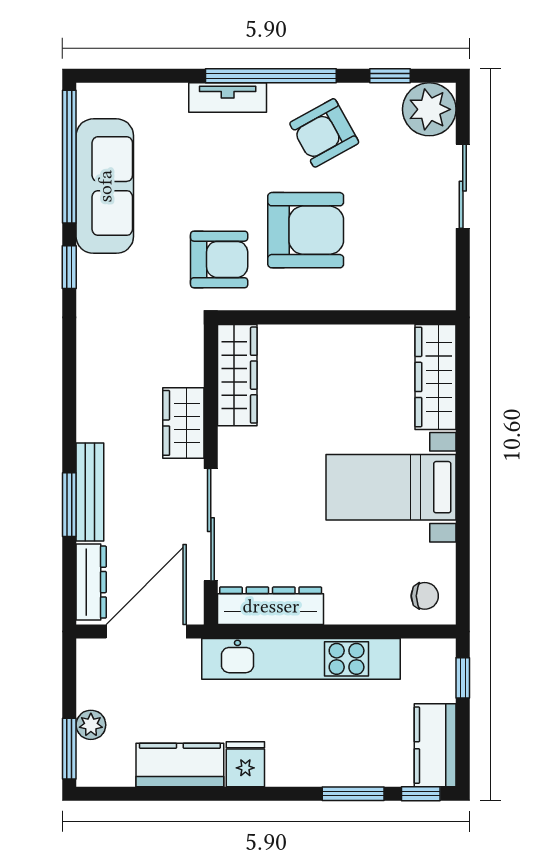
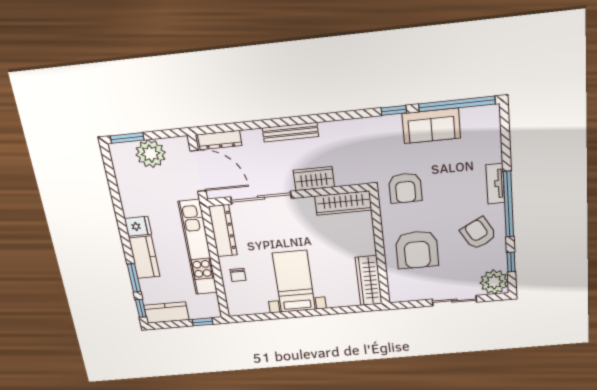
sofa: (105, 186) -> (431, 126), width x0.73
armchair: (306, 230) -> (417, 250), moved
wardrobe: (435, 377) -> (369, 281), moved, turned -90
bench: (90, 492) -> (290, 132), moved
window: (69, 505) -> (260, 124), removed
chair: (425, 596) -> (238, 275), moved
plant: (91, 725) -> (151, 154), width x1.87, depth x1.87
kitchen counter: (180, 765) -> (144, 257), moved

